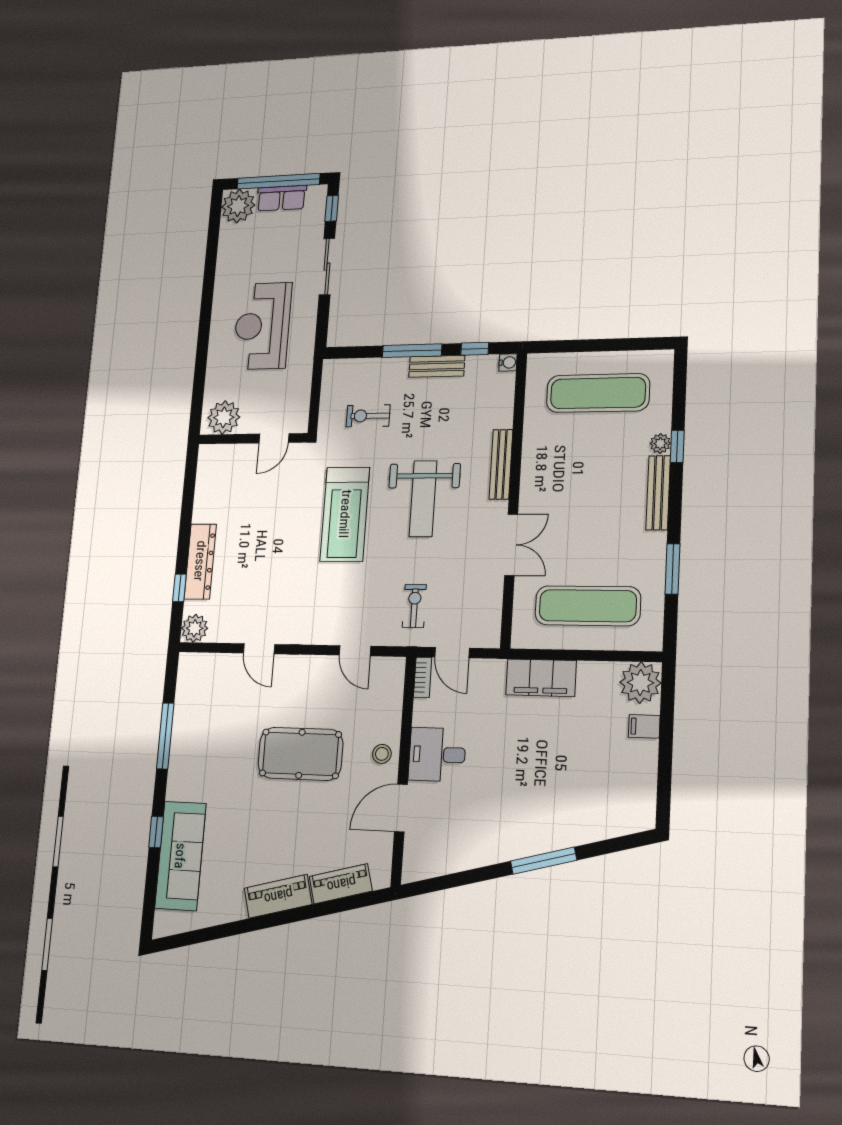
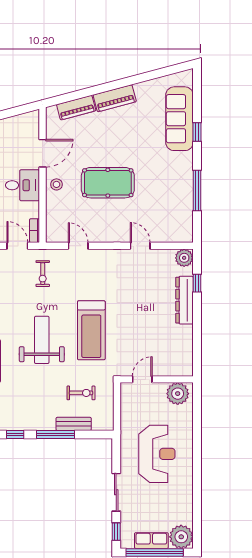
bench: (437, 366) -> (74, 424), moved
treadmill: (345, 514) -> (91, 330), turned 180

